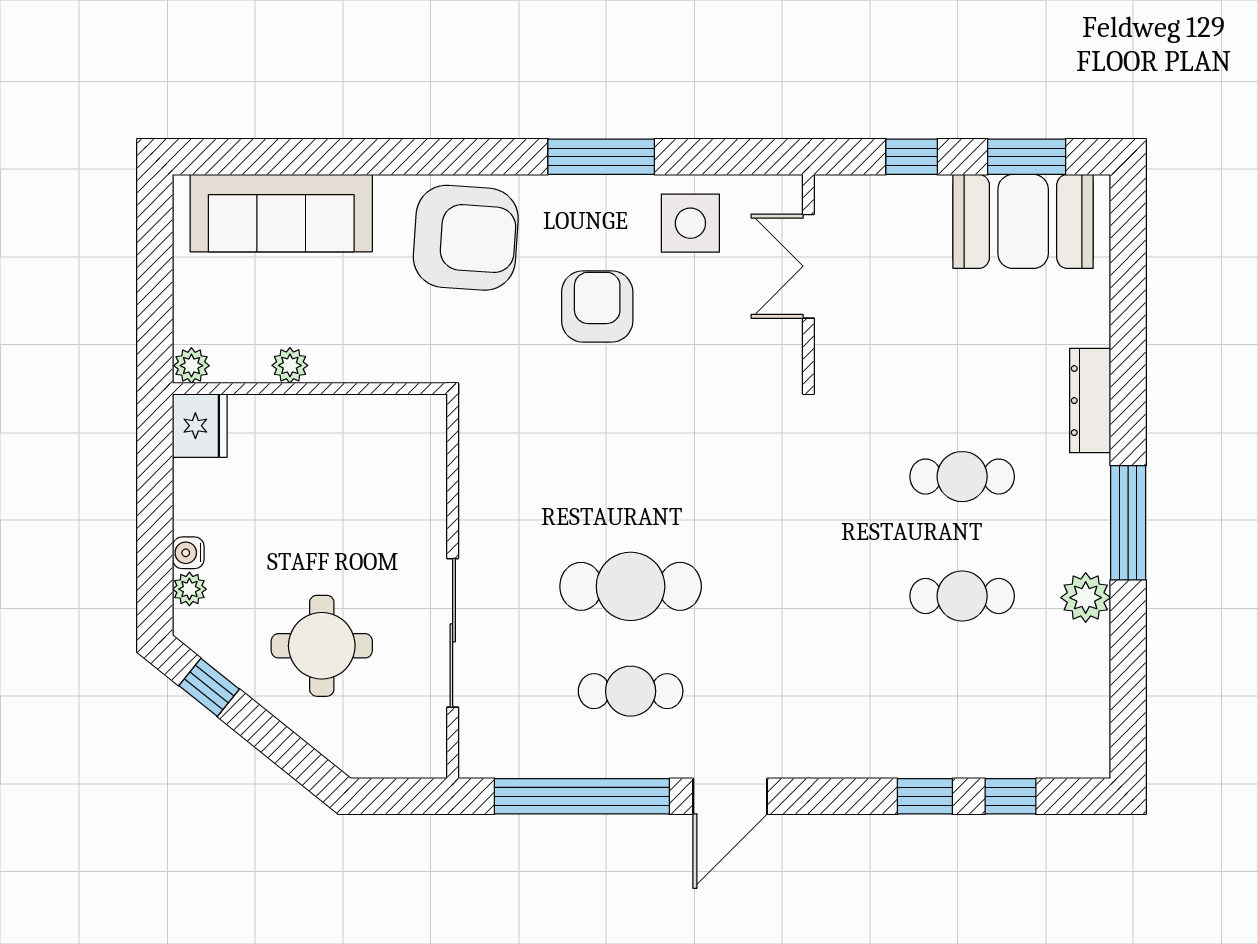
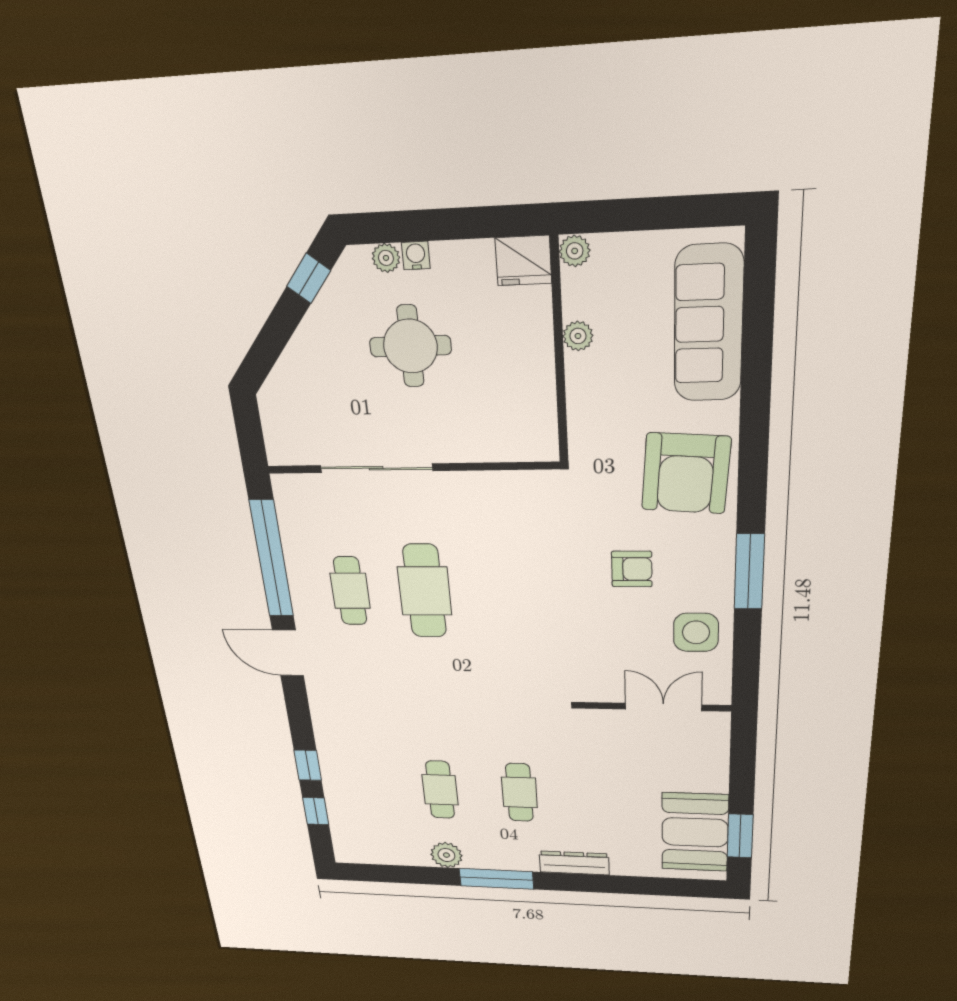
window: (912, 157) -> (742, 771), removed
armchair: (597, 306) -> (632, 569), width x0.72, depth x0.72
round table: (322, 646) -> (410, 346), moved

